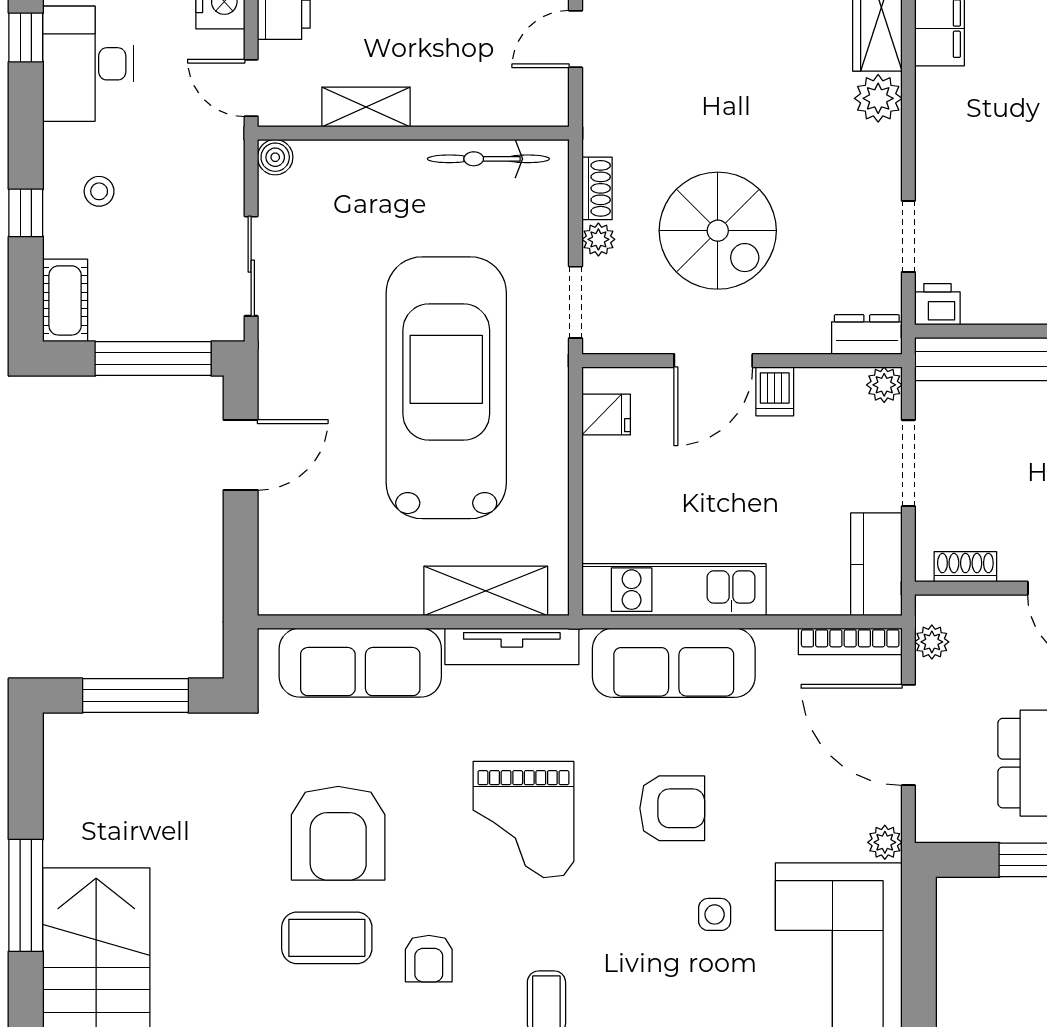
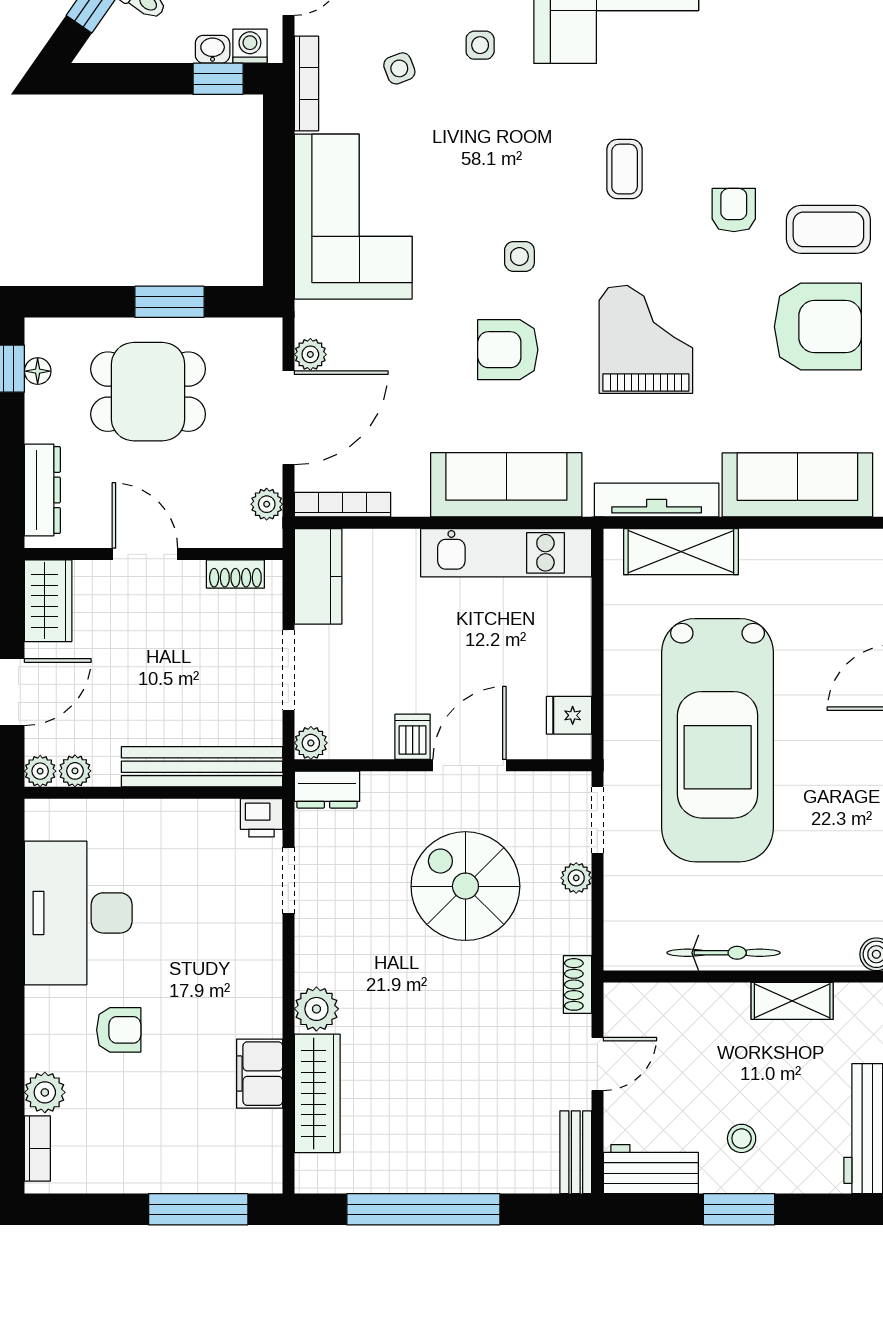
bicycle: (488, 159) -> (724, 953), moved
shoe rack: (597, 188) -> (578, 984), moved
door: (908, 735) -> (288, 418), hinge flipped
armchair: (338, 833) -> (818, 327), turned 90
plant: (885, 842) -> (310, 354), moved
side table: (715, 914) -> (519, 256), moved

